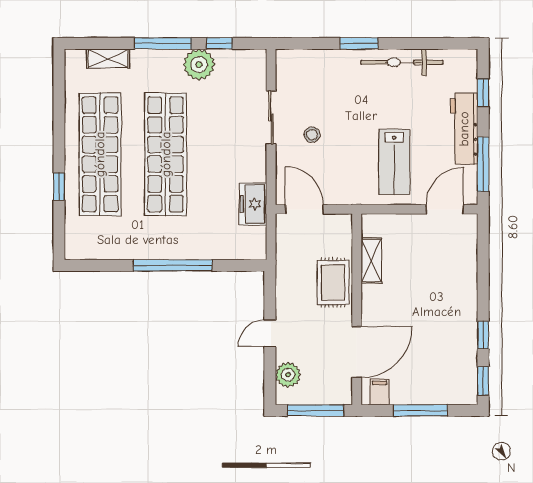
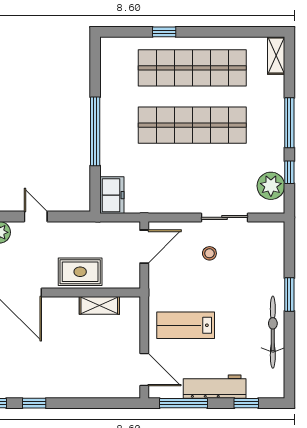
shelving: (108, 59) -> (276, 55), moved
plant: (199, 65) -> (271, 186), moved
freezer: (253, 204) -> (112, 195), moved, turned 90

